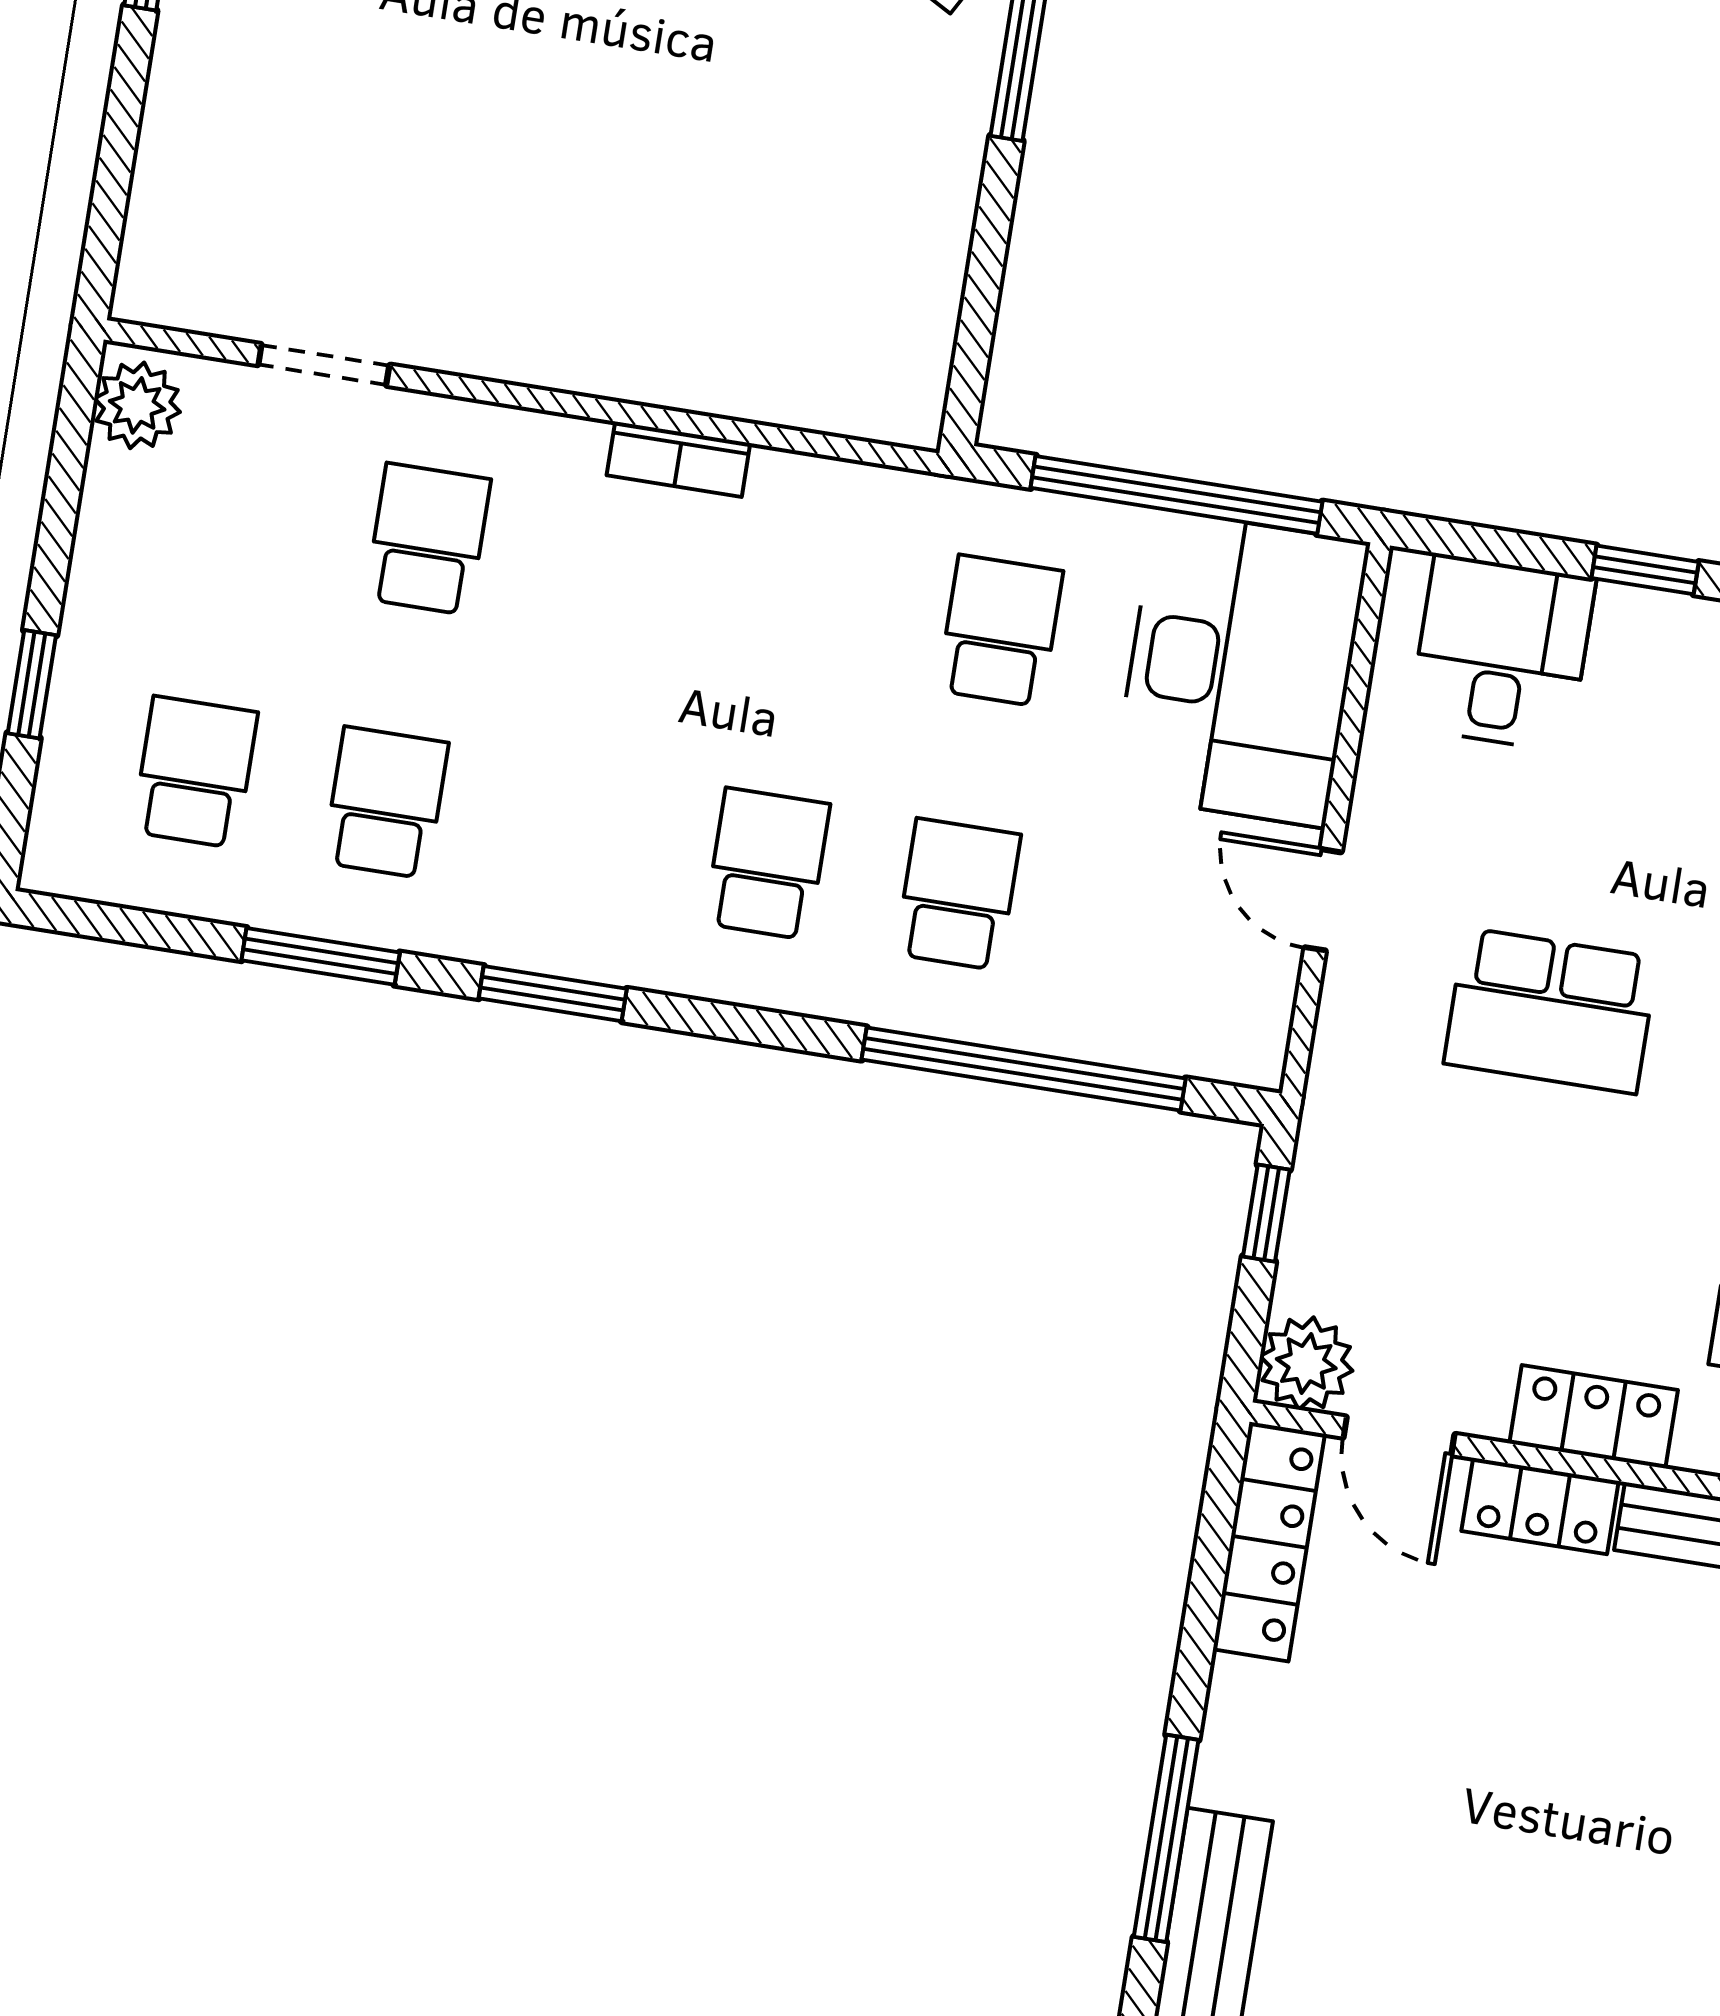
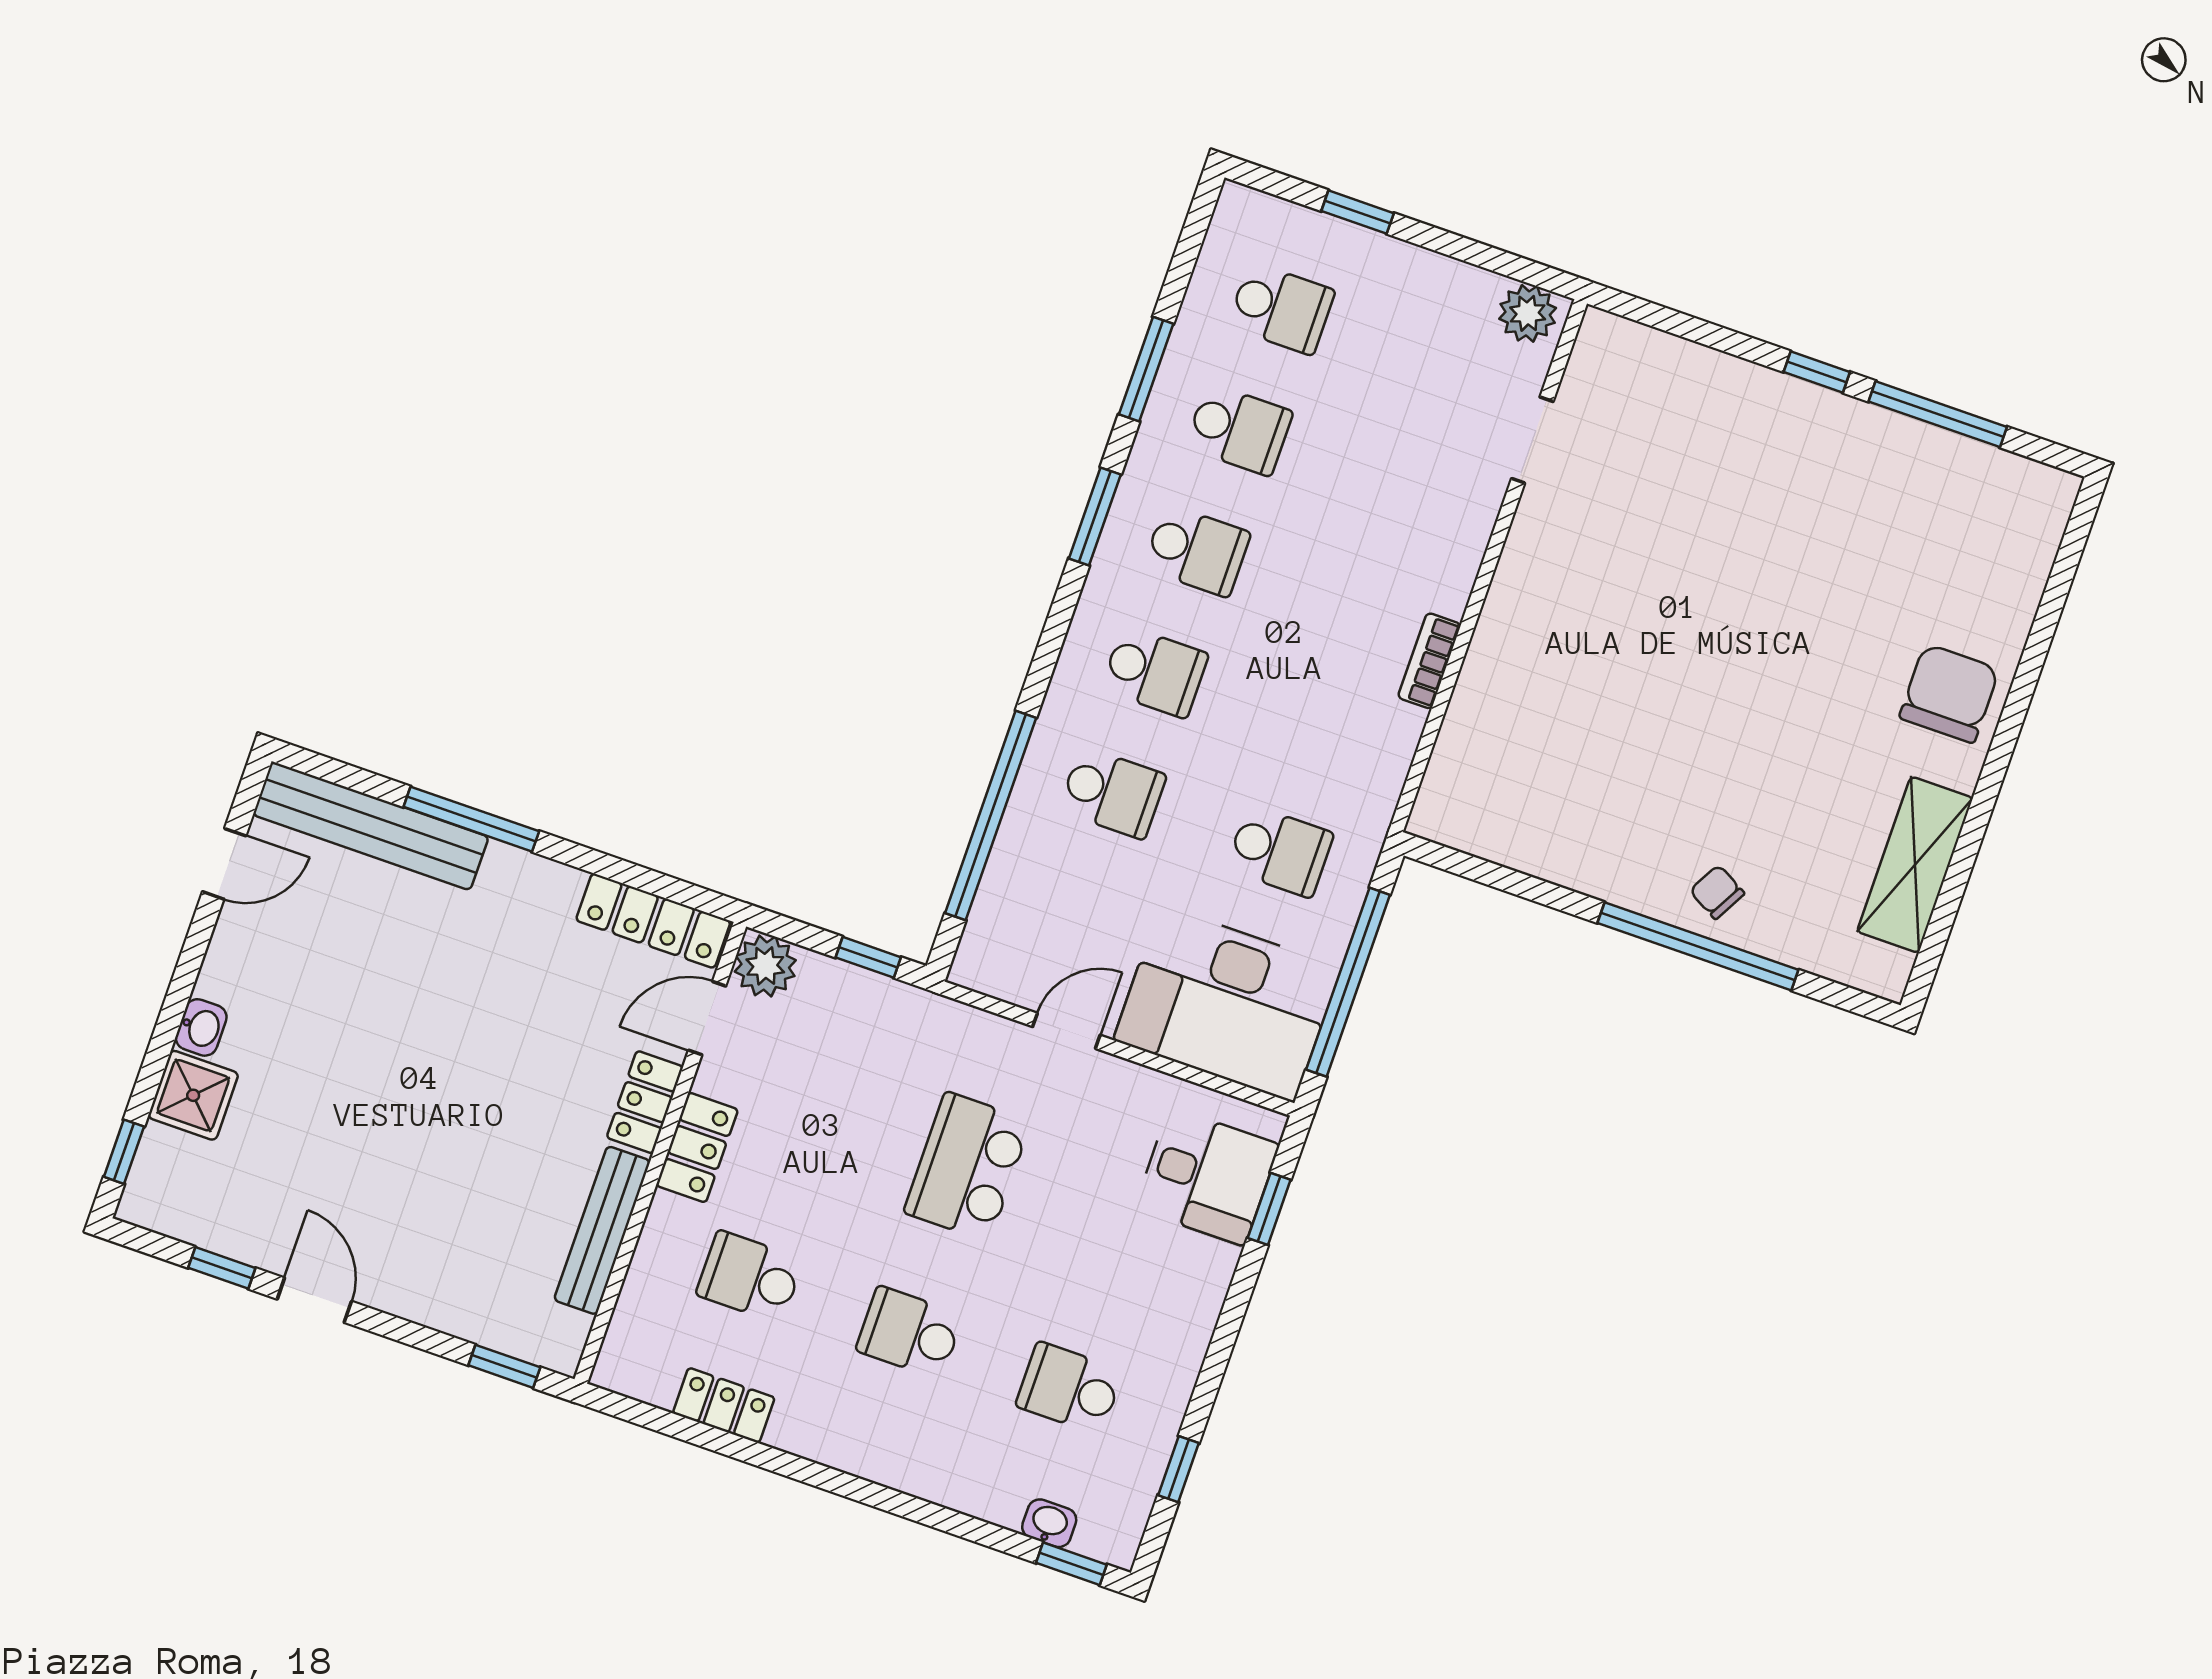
school desk: (428, 539) -> (1197, 551), moved
window: (1645, 570) -> (1269, 1209), moved

